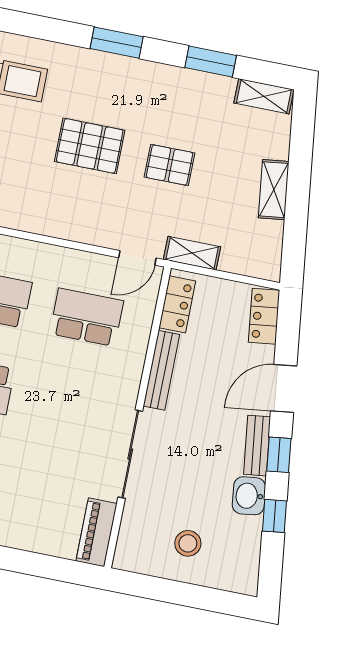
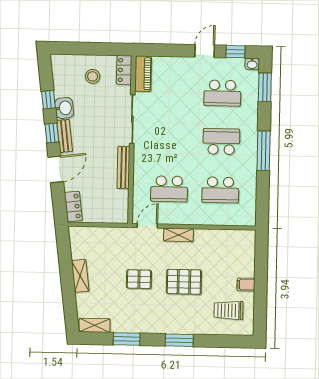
shelving: (192, 253) -> (179, 235), moved
locker: (177, 304) -> (124, 70), moved

